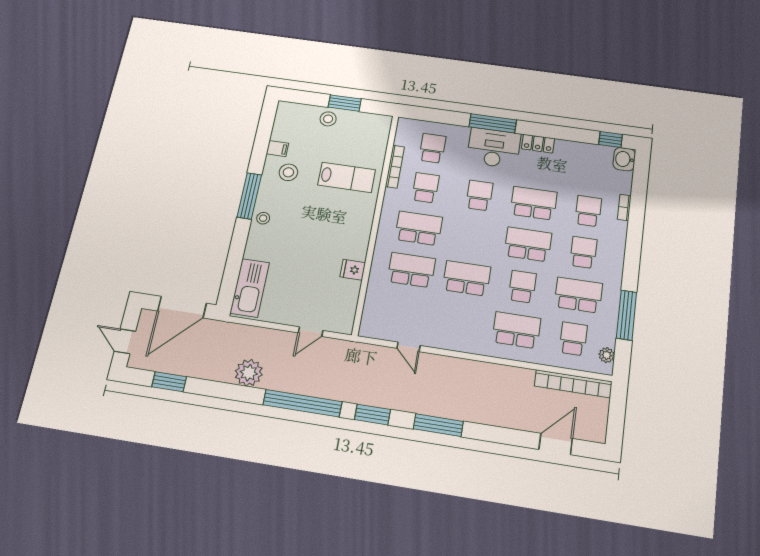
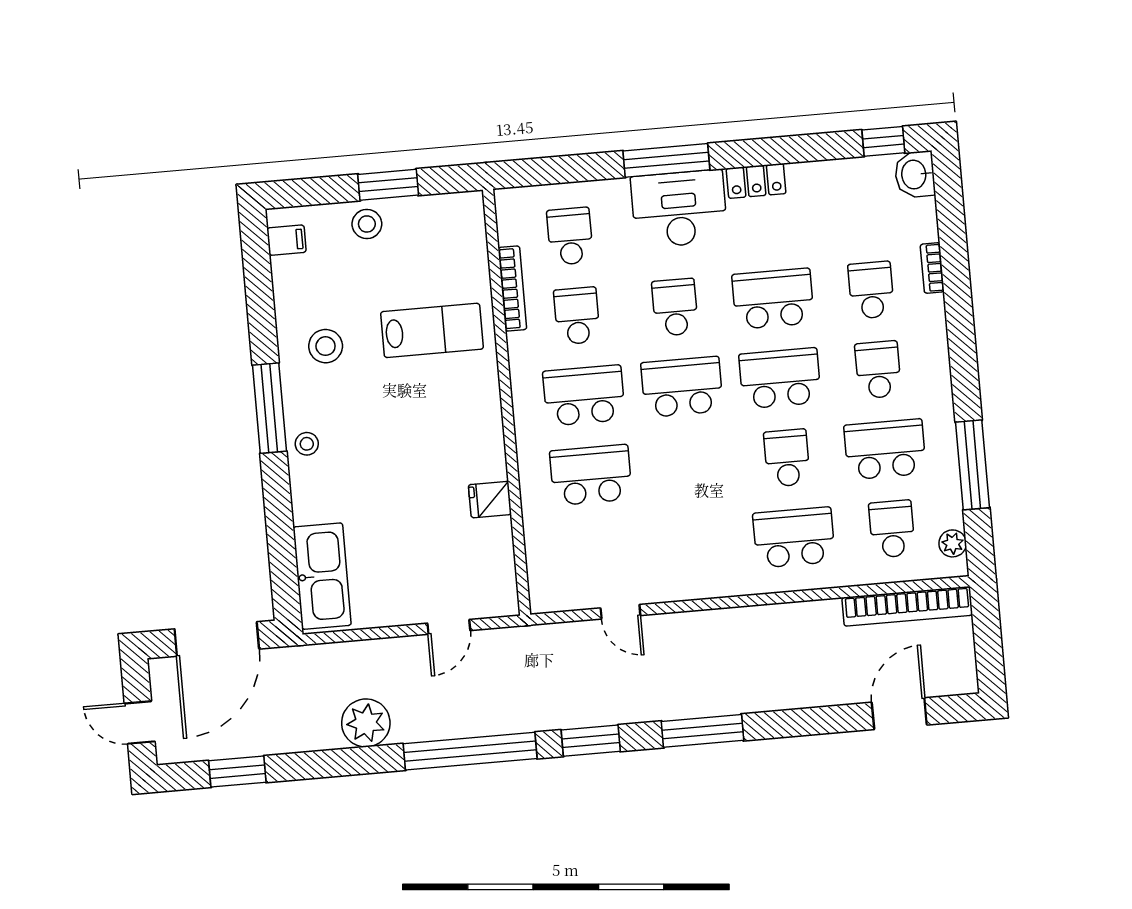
filing cabinet: (277, 149) -> (286, 240), moved
school desk: (467, 278) -> (682, 387), moved

